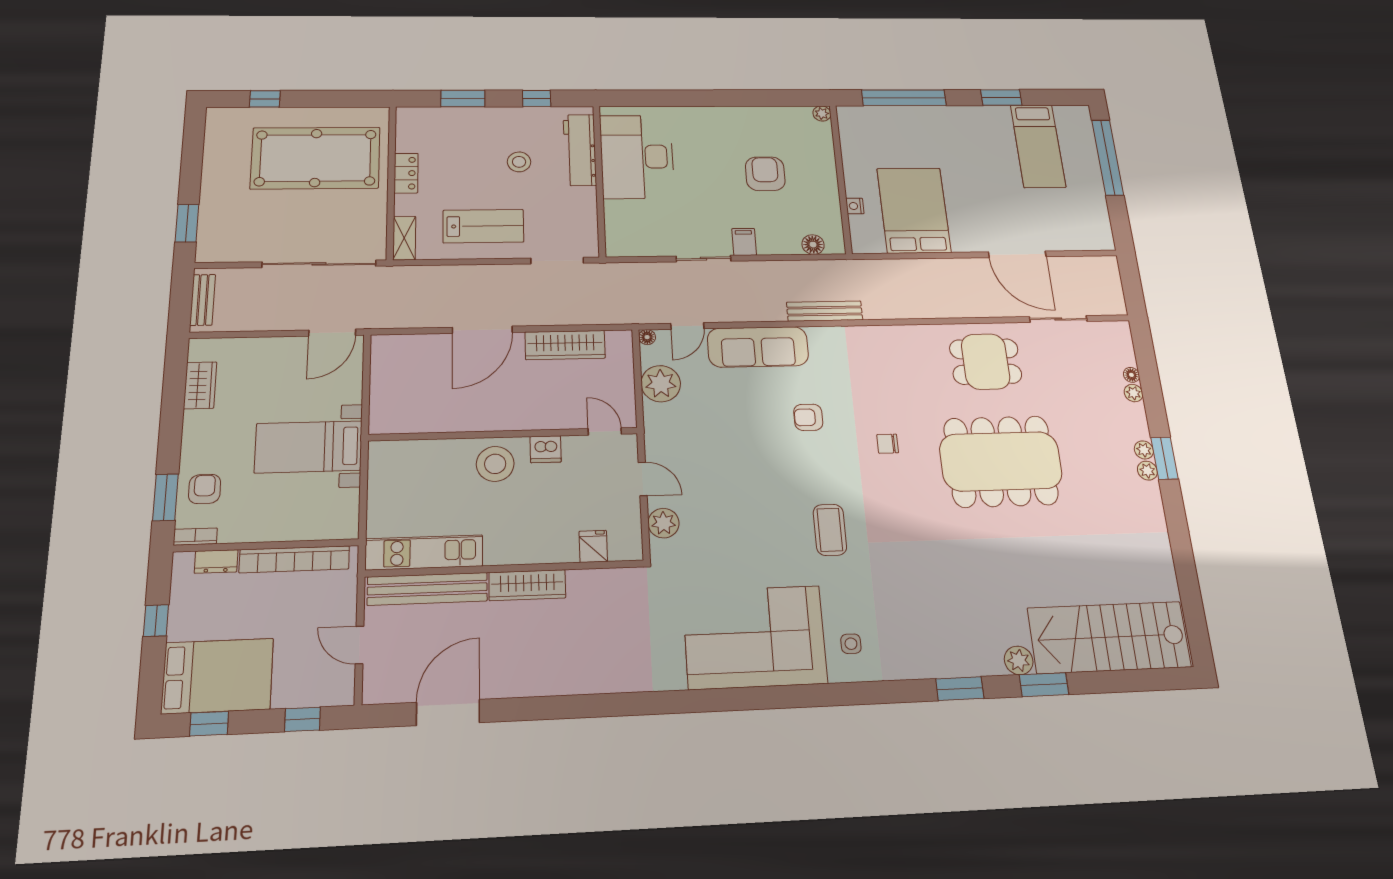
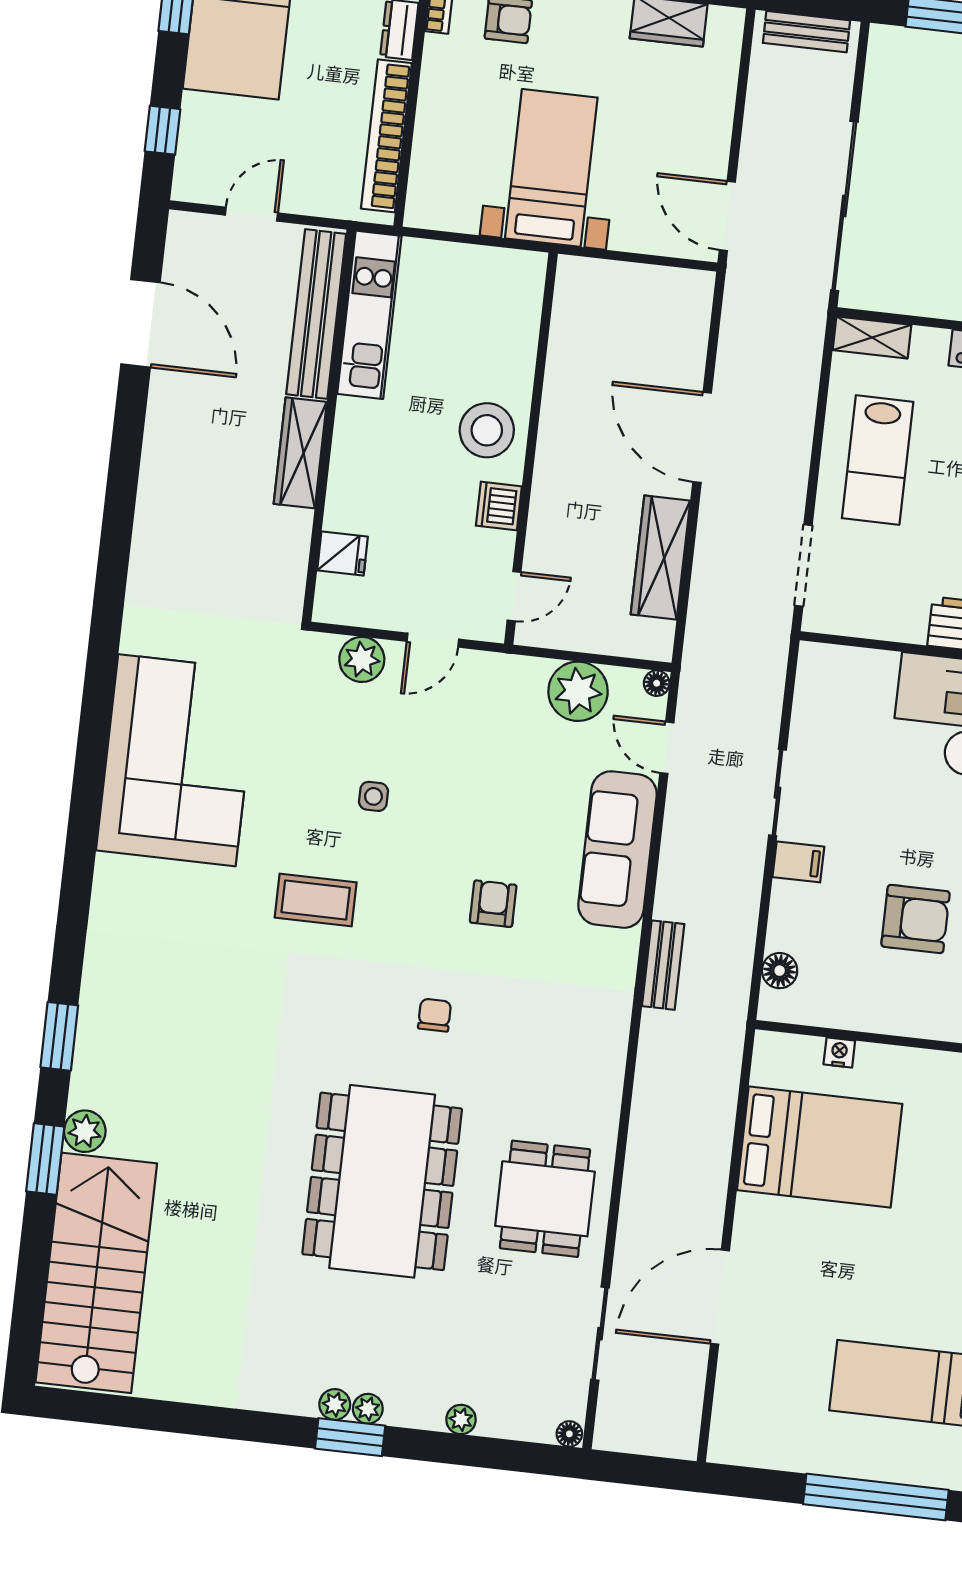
bench: (825, 311) -> (663, 965), width x0.73
floor lamp: (1131, 375) -> (569, 1434), moved
side table: (851, 644) -> (373, 796), moved

